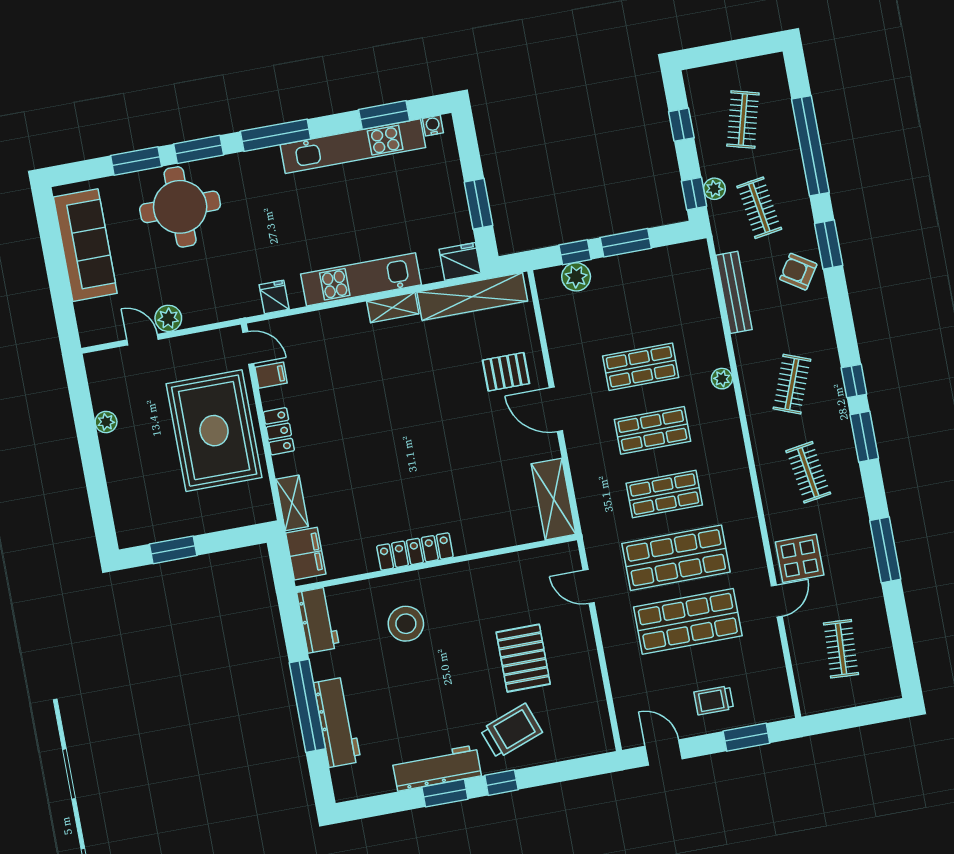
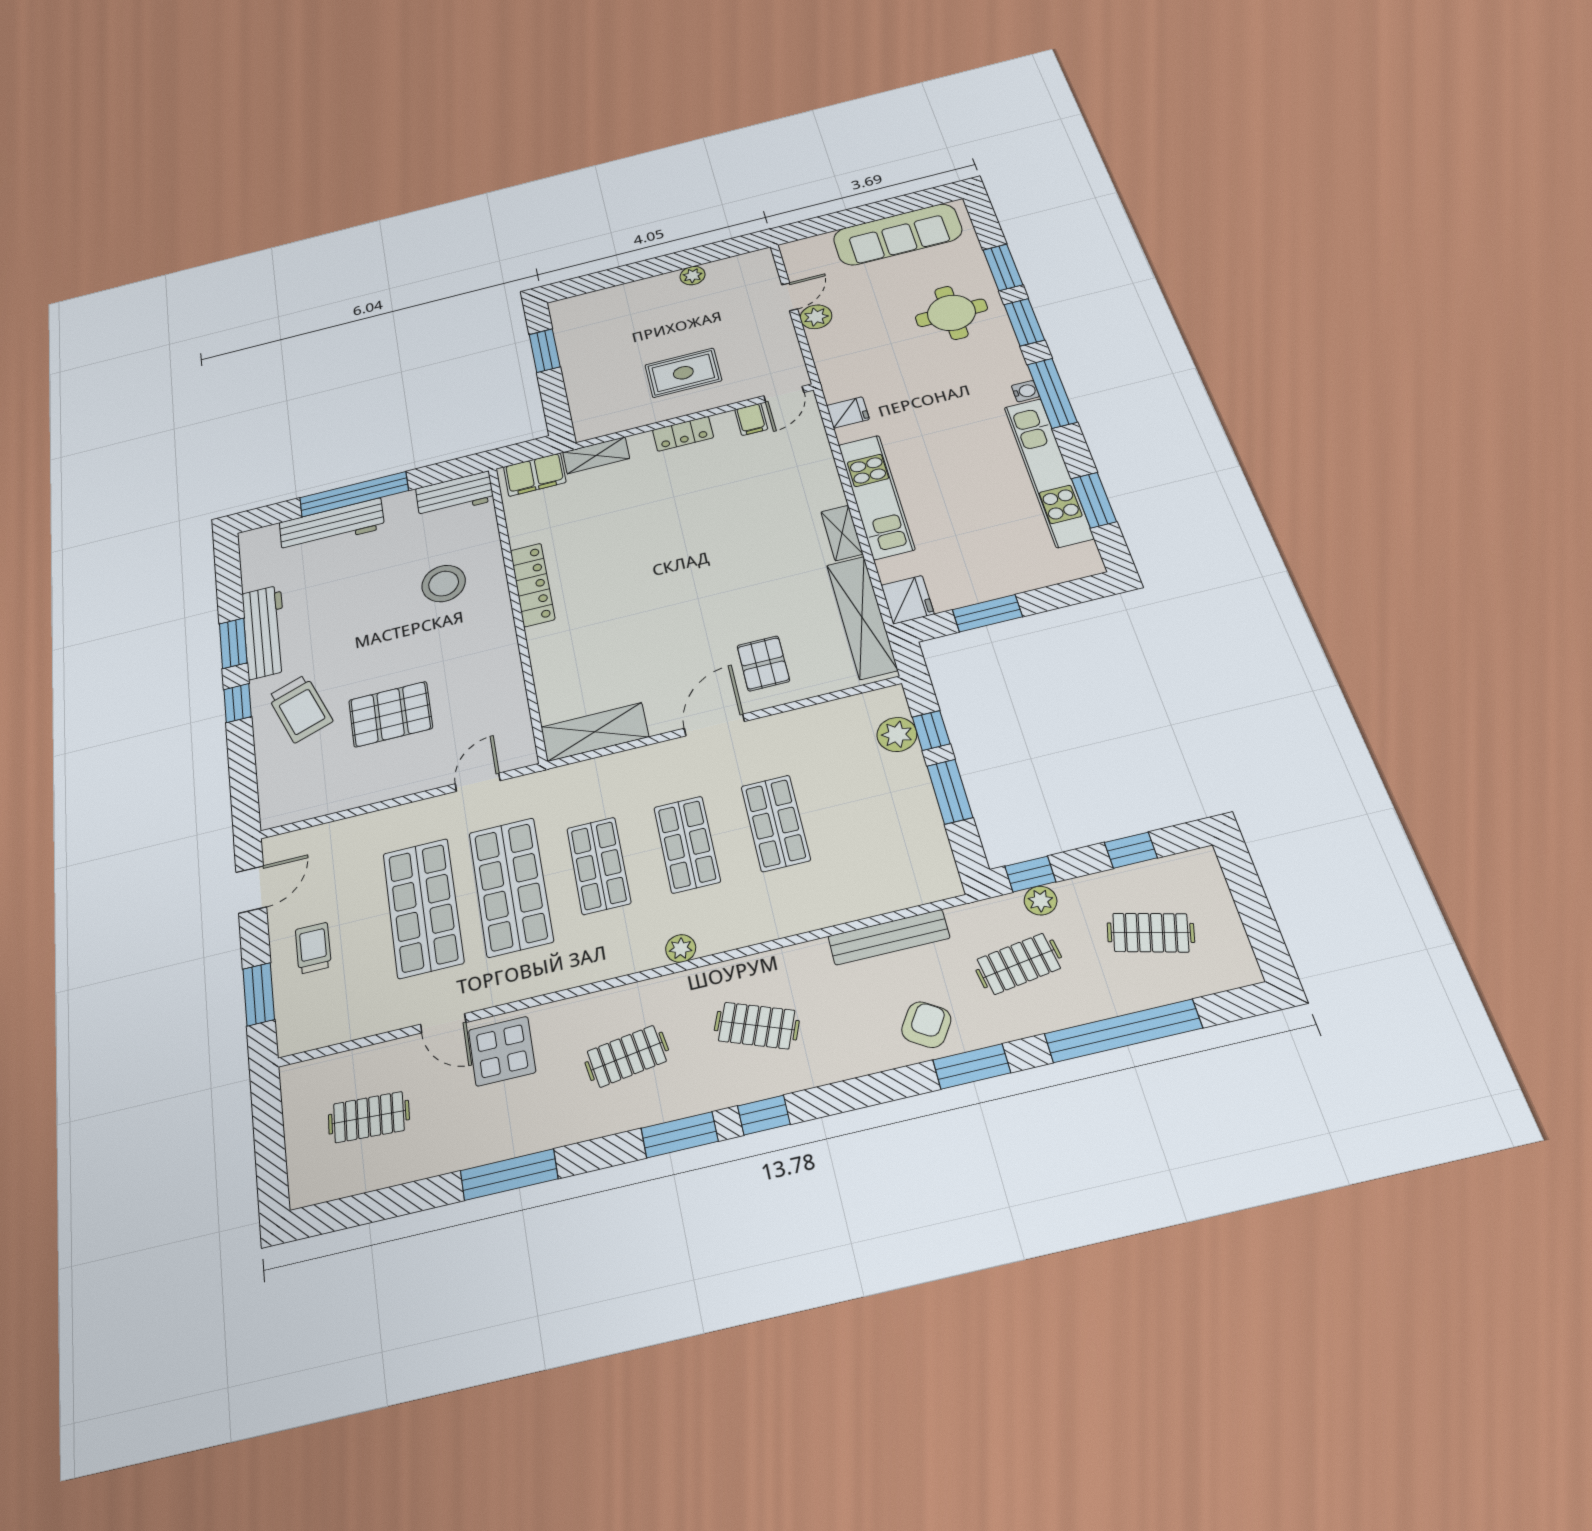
water cooler: (433, 126) -> (1025, 391), moved
round table: (180, 207) -> (951, 313), width x0.73, depth x0.73
plant: (722, 379) -> (681, 948), moved
rug: (214, 431) -> (683, 373), width x0.54, depth x0.49

